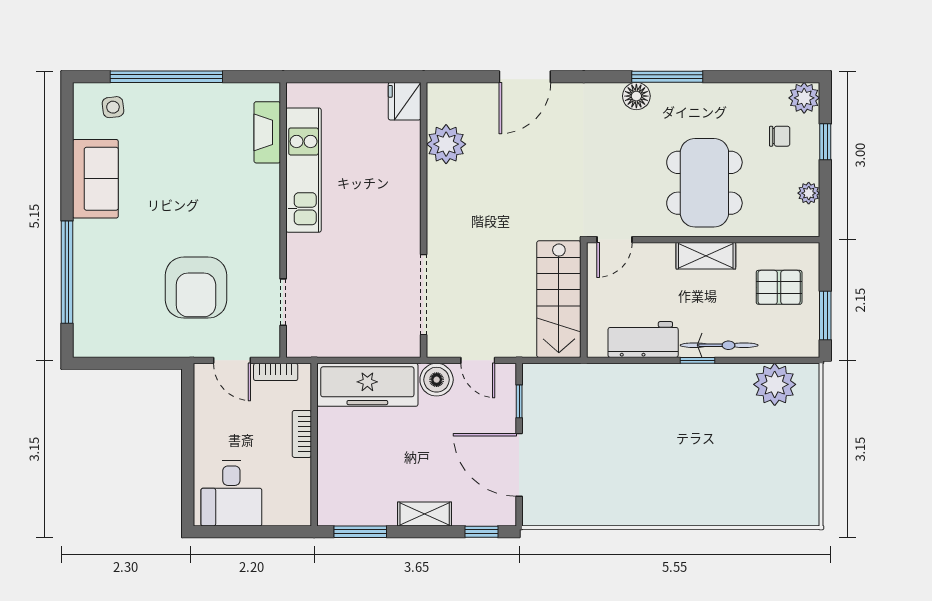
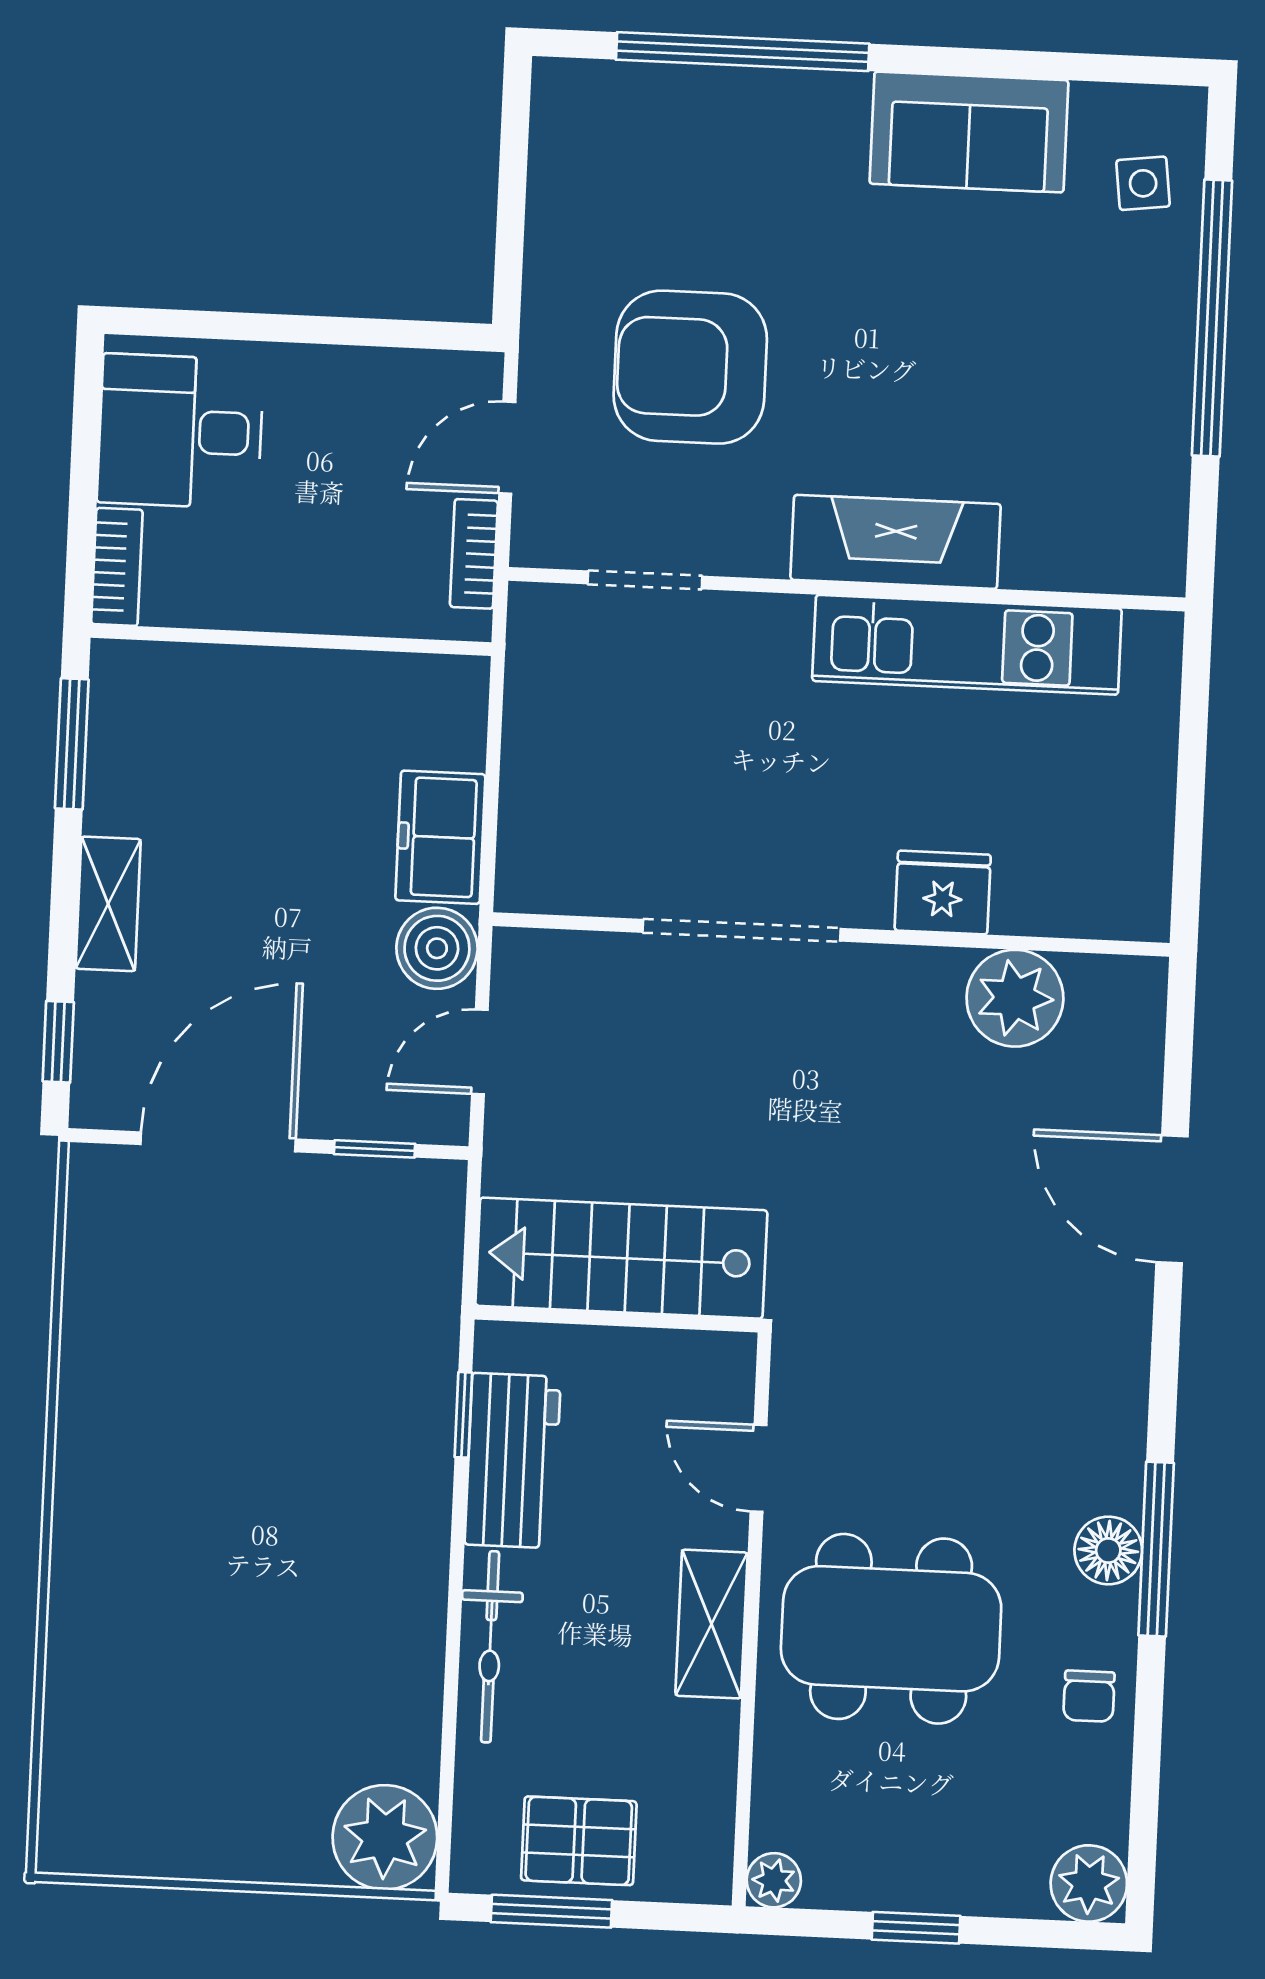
floor lamp: (636, 96) -> (1108, 1550), moved
fridge: (405, 101) -> (943, 893), moved
fireplace: (267, 132) -> (896, 542), moved, width x1.37, depth x1.32
chair: (780, 136) -> (1089, 1696), moved
window: (825, 142) -> (916, 1928), moved
plant: (809, 193) -> (774, 1880), moved
door: (614, 240) -> (758, 1468), moved
pallet: (779, 287) -> (579, 1841), moved, turned 90
doorway: (424, 295) -> (742, 930), moved
window: (698, 360) -> (463, 1415), moved
plant: (775, 384) -> (385, 1837), moved
freezer: (367, 385) -> (440, 837), width x0.52, depth x0.79
bookcase: (302, 434) -> (117, 567), moved, turned 90

